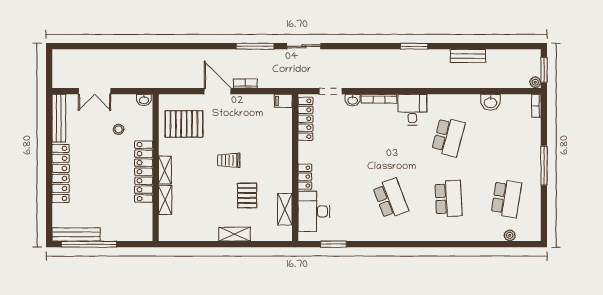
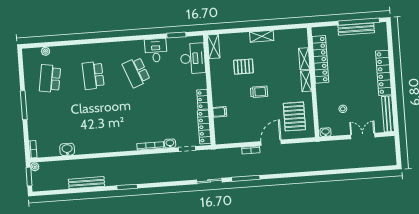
bench: (468, 56) -> (86, 183), width x1.36
door: (218, 91) -> (271, 143), swing flipped
filing cabinet: (283, 101) -> (220, 112), moved
desk: (412, 110) -> (156, 50), moved, turned 180
pallet: (184, 124) -> (294, 116), turned 90
school desk: (448, 137) -> (97, 121), removed
locker: (144, 172) -> (320, 59), moved
locker: (305, 177) -> (203, 99), moved
pallet: (247, 195) -> (243, 67), turned 90
shelving: (285, 209) -> (214, 46), moved
bench: (76, 234) -> (356, 29), moved
shelving: (235, 234) -> (262, 36), moved

